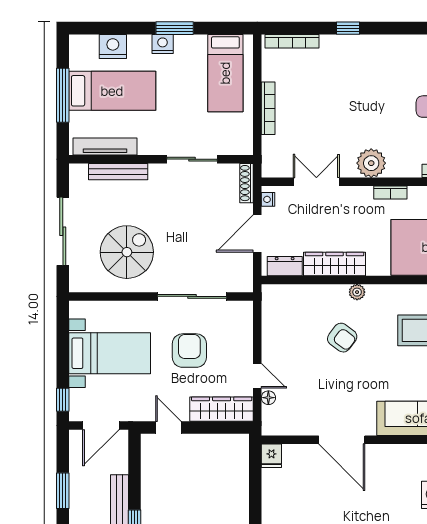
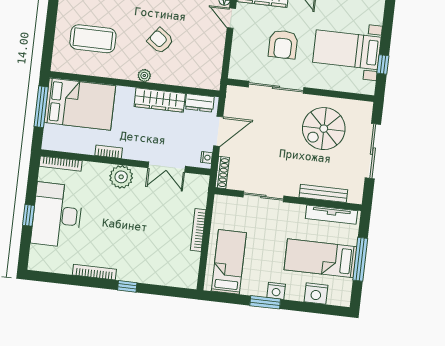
bookcase: (292, 41) -> (94, 272), moved
window: (63, 400) -> (383, 64), moved

